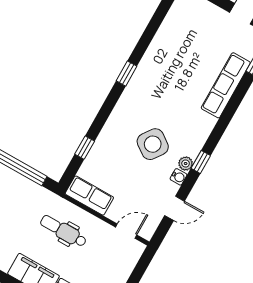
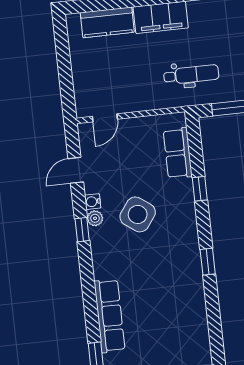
window: (85, 148) -> (200, 189), moved
row of seats: (89, 196) -> (178, 153), moved, turned 90
dental chair: (63, 231) -> (191, 75), moved

